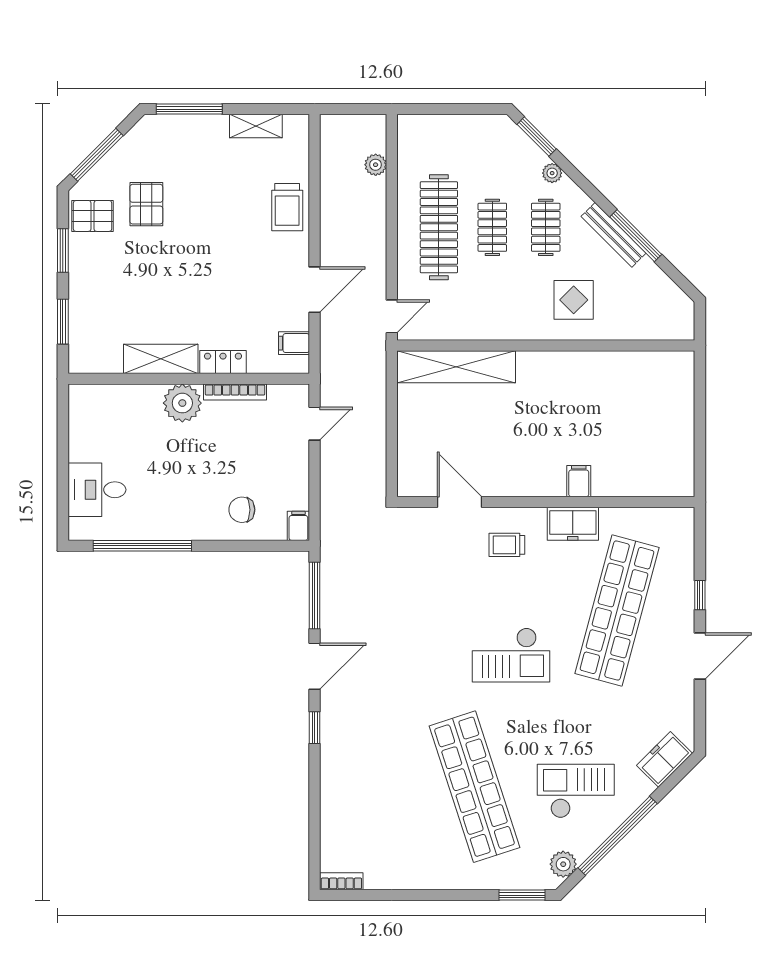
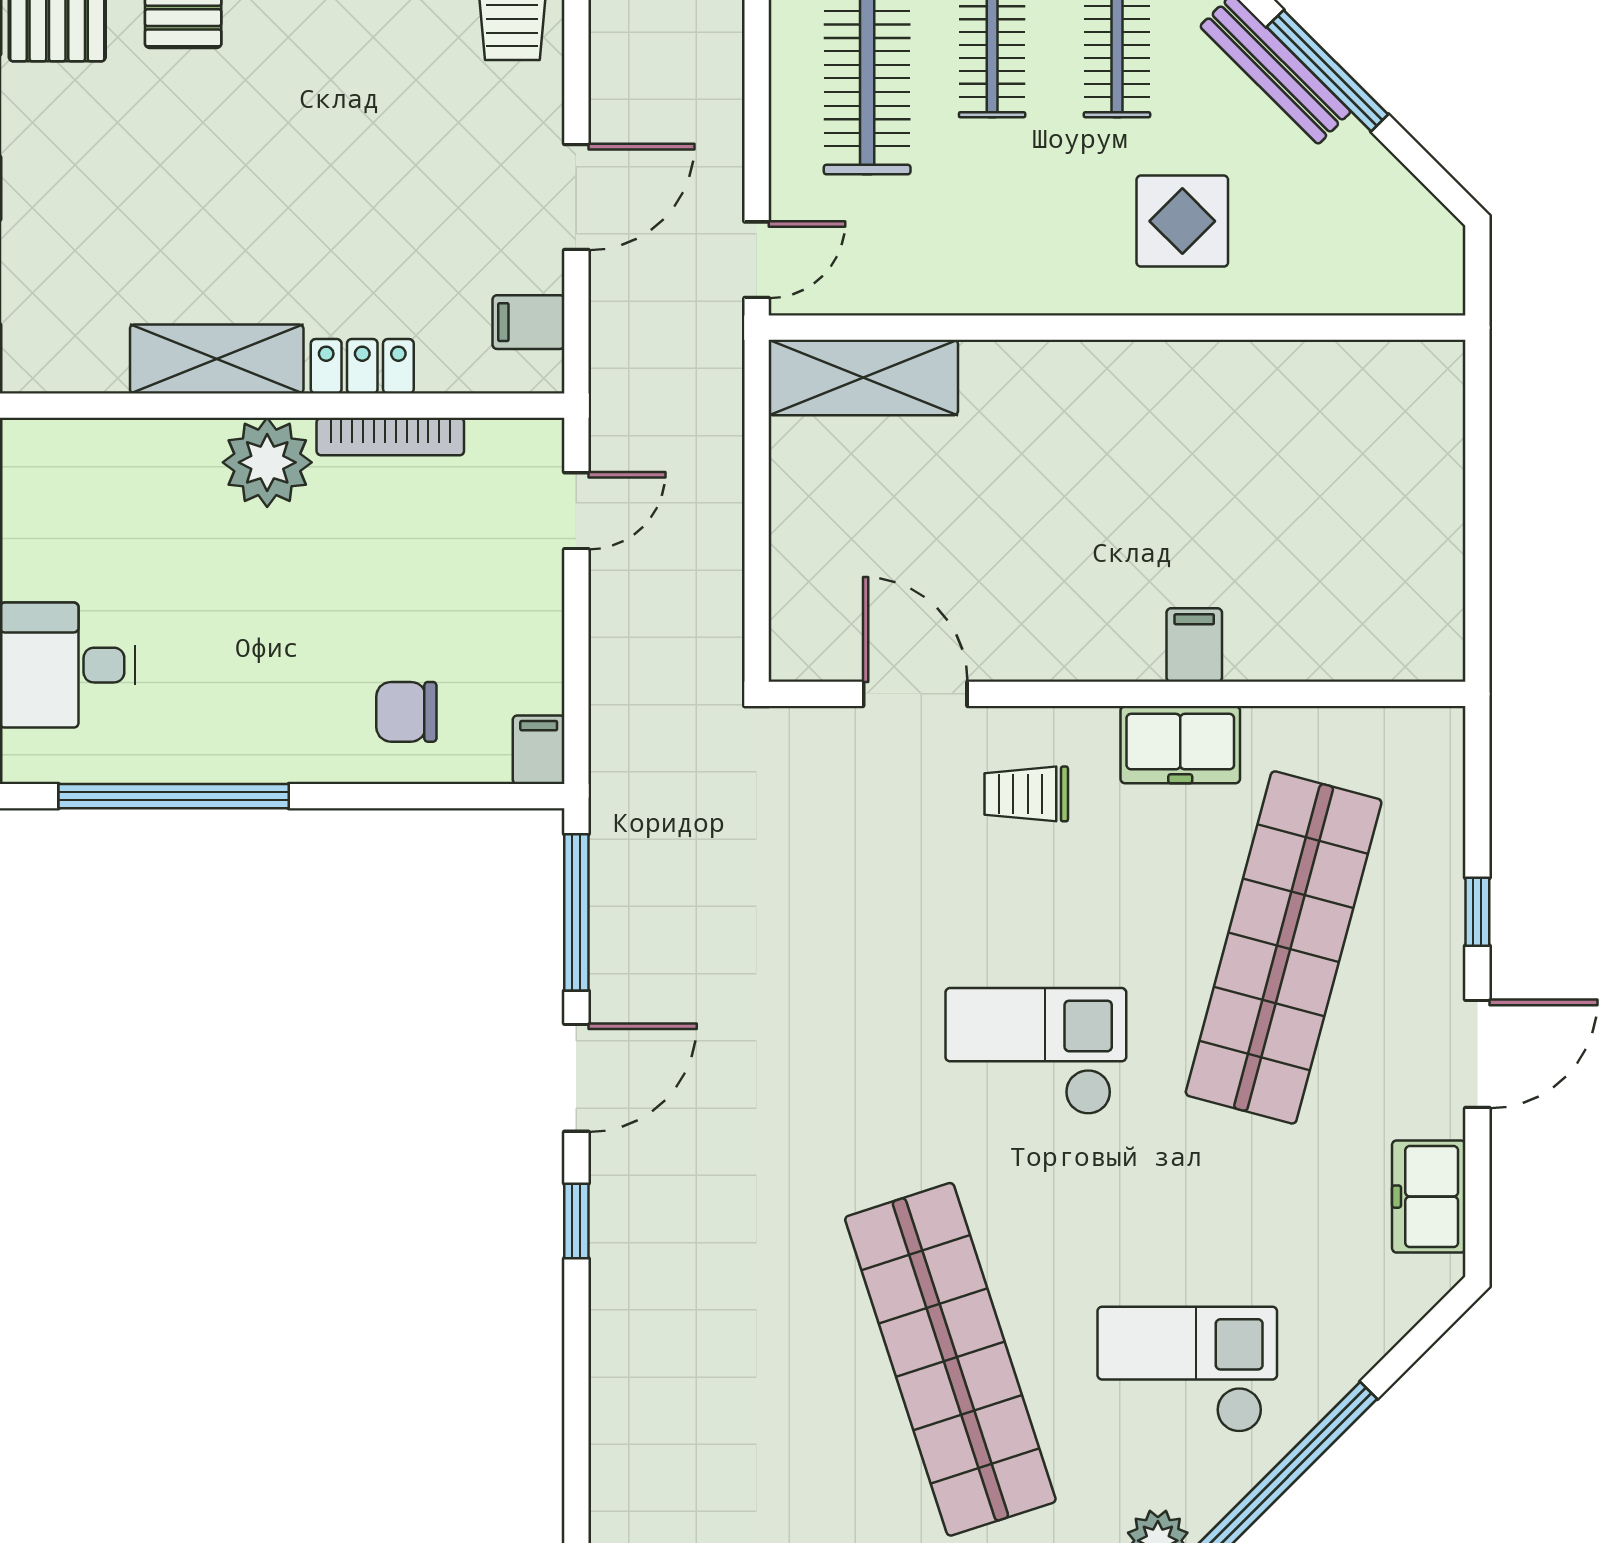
shelving: (456, 367) -> (863, 377), width x0.68
checkout: (511, 655) -> (1036, 1051), turned 180
freezer: (665, 759) -> (1429, 1197), moved, turned -45

